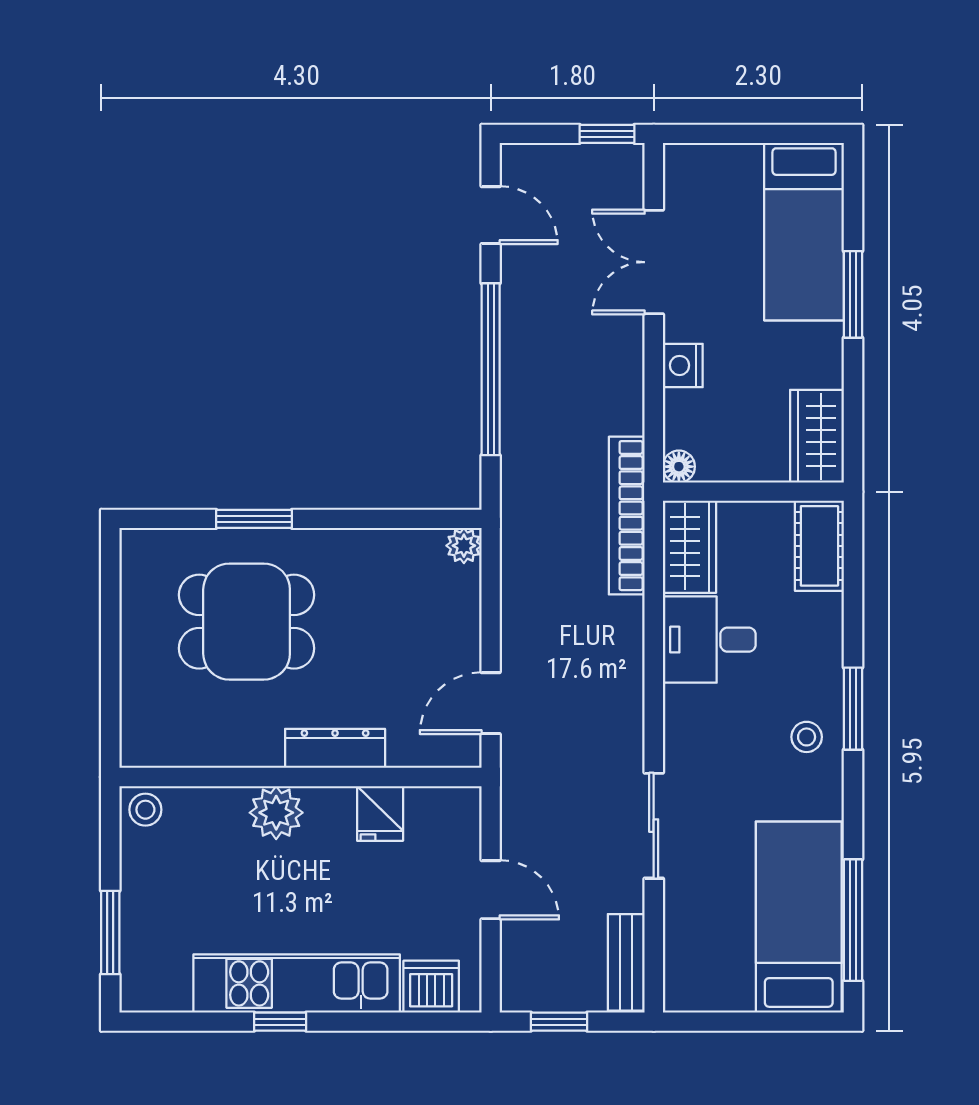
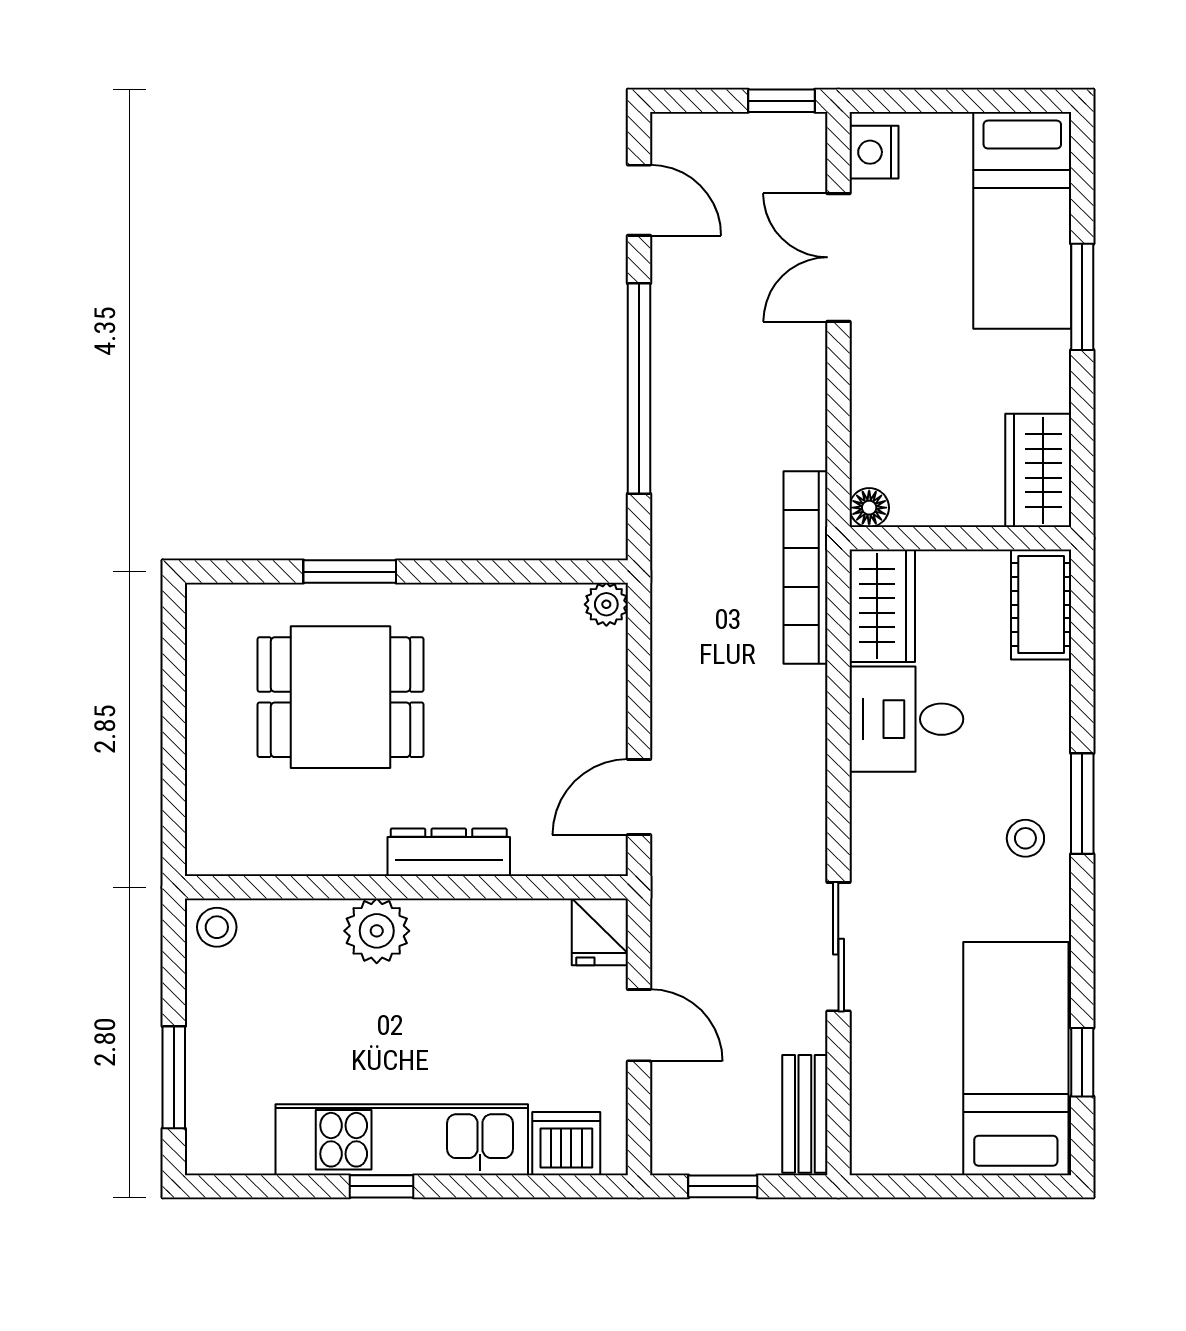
nightstand: (683, 365) -> (874, 152), moved
fridge: (380, 813) -> (600, 932), moved
window: (853, 920) -> (1082, 1062), width x0.46

